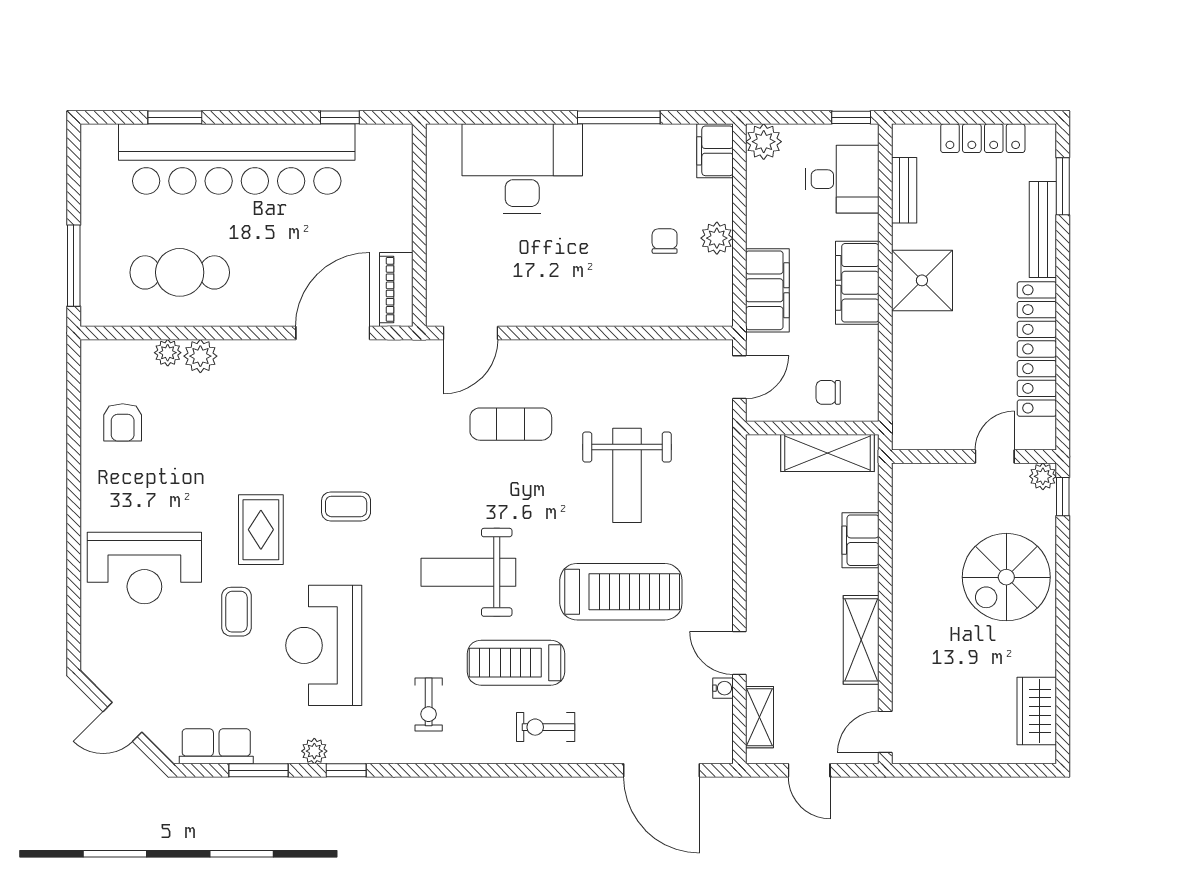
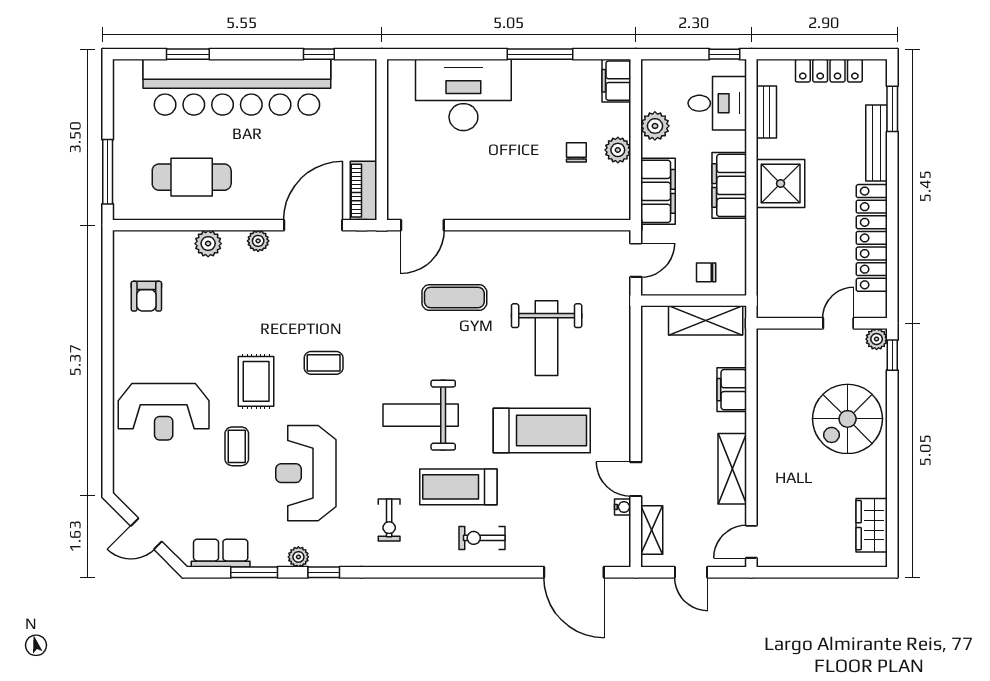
plant: (764, 142) -> (655, 126), moved
plant: (168, 353) -> (258, 241), moved

